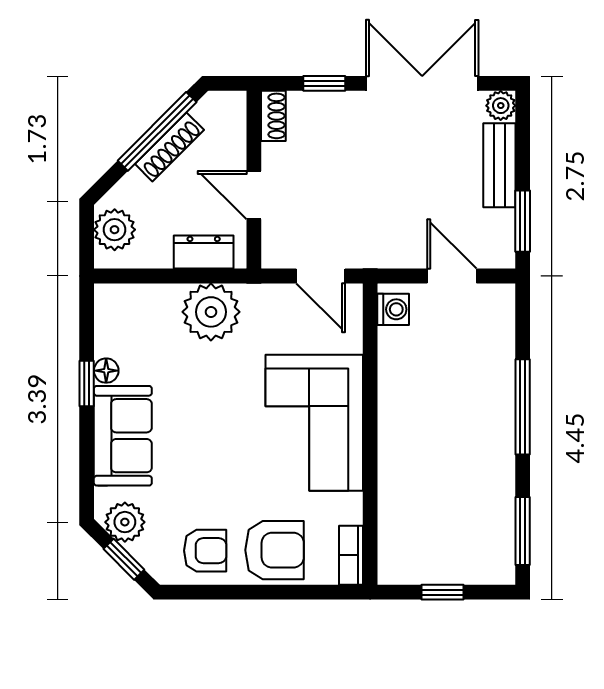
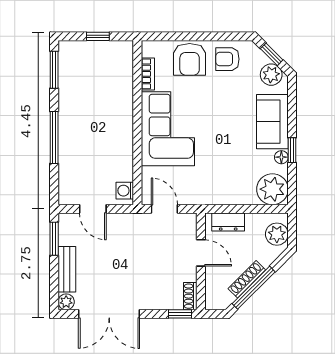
window: (324, 83) -> (180, 314), moved
plant: (211, 312) -> (272, 189), moved
armchair: (274, 550) -> (190, 59), turned -90
bookcase: (351, 555) -> (148, 74), moved

